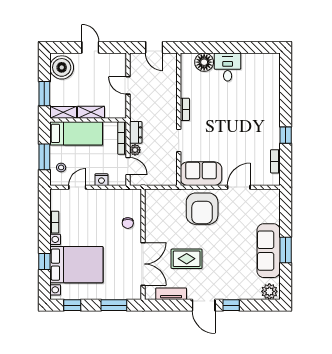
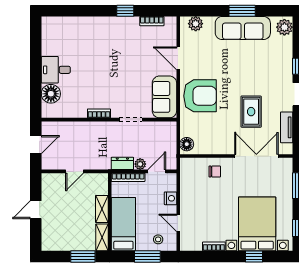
boiler: (62, 67) -> (56, 239), removed
floor lamp: (155, 196) -> (187, 144), added
plant: (273, 204) -> (196, 24), added

